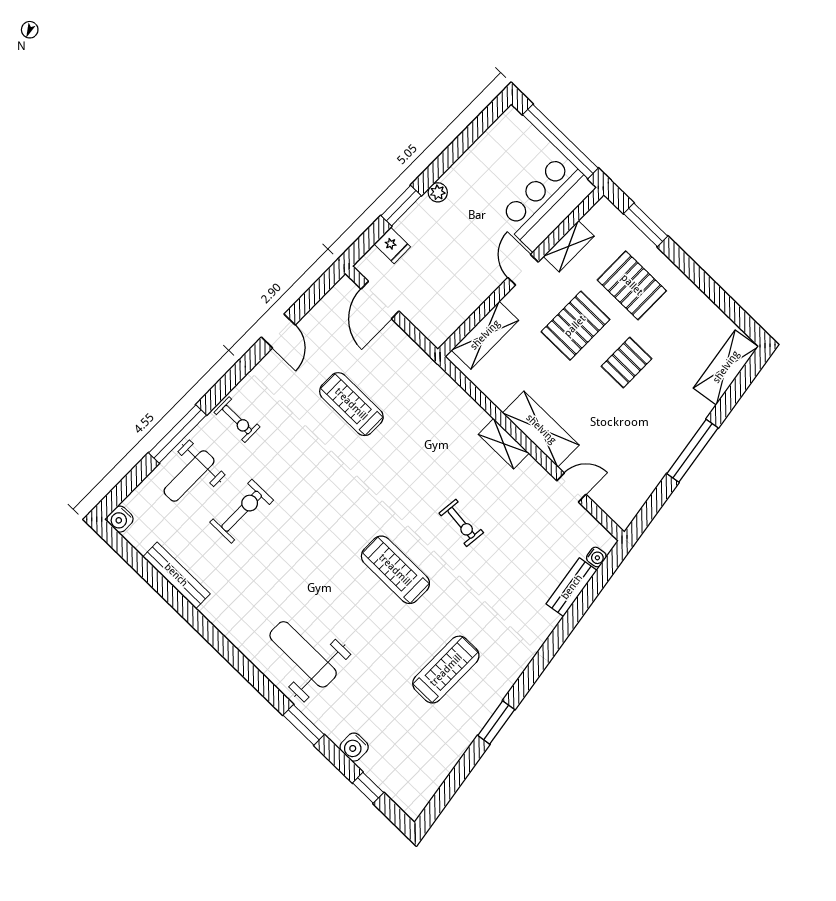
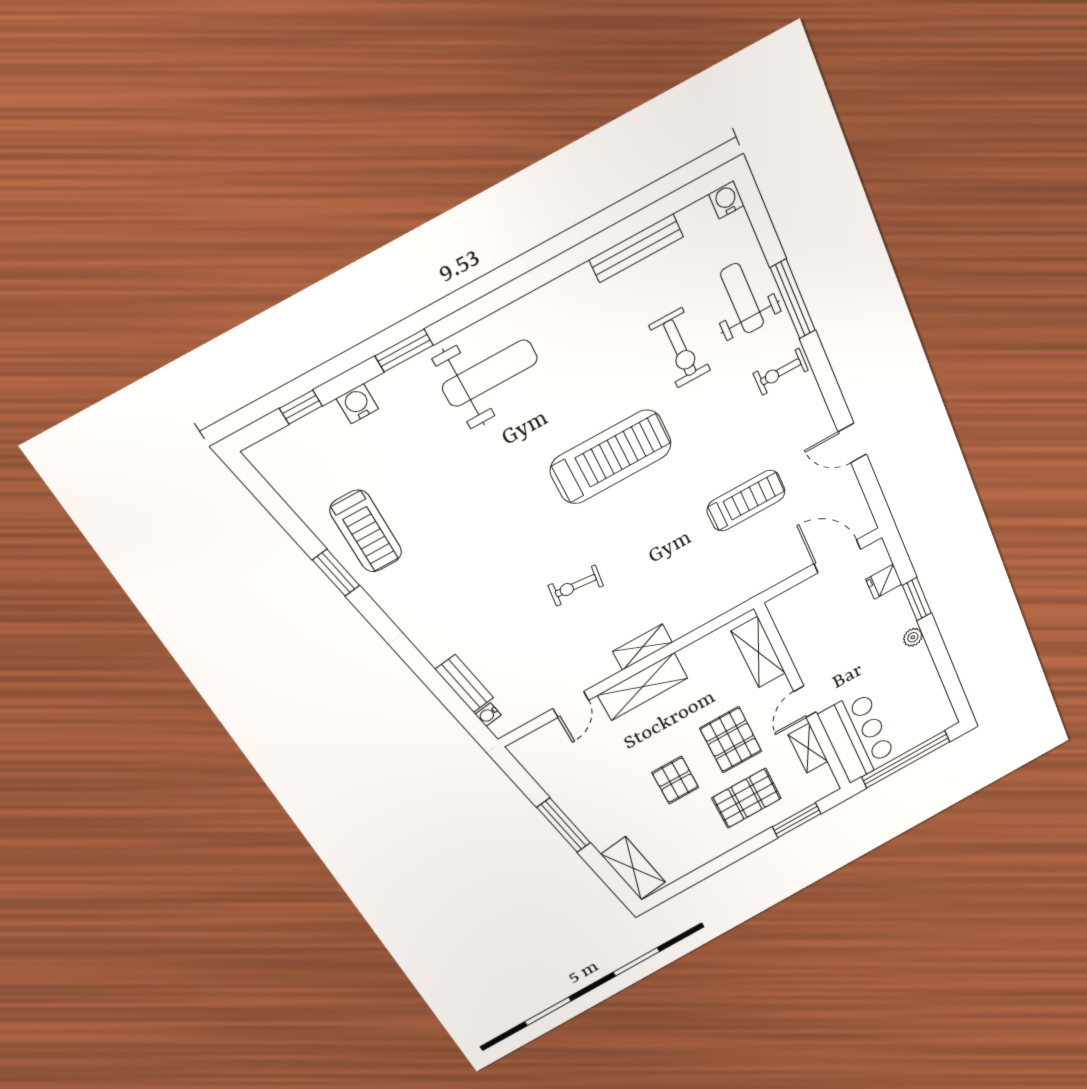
door: (523, 270) -> (805, 702), swing flipped
treadmill: (395, 570) -> (611, 457), moved, width x1.37, depth x1.38
treadmill: (446, 670) -> (366, 531), moved

